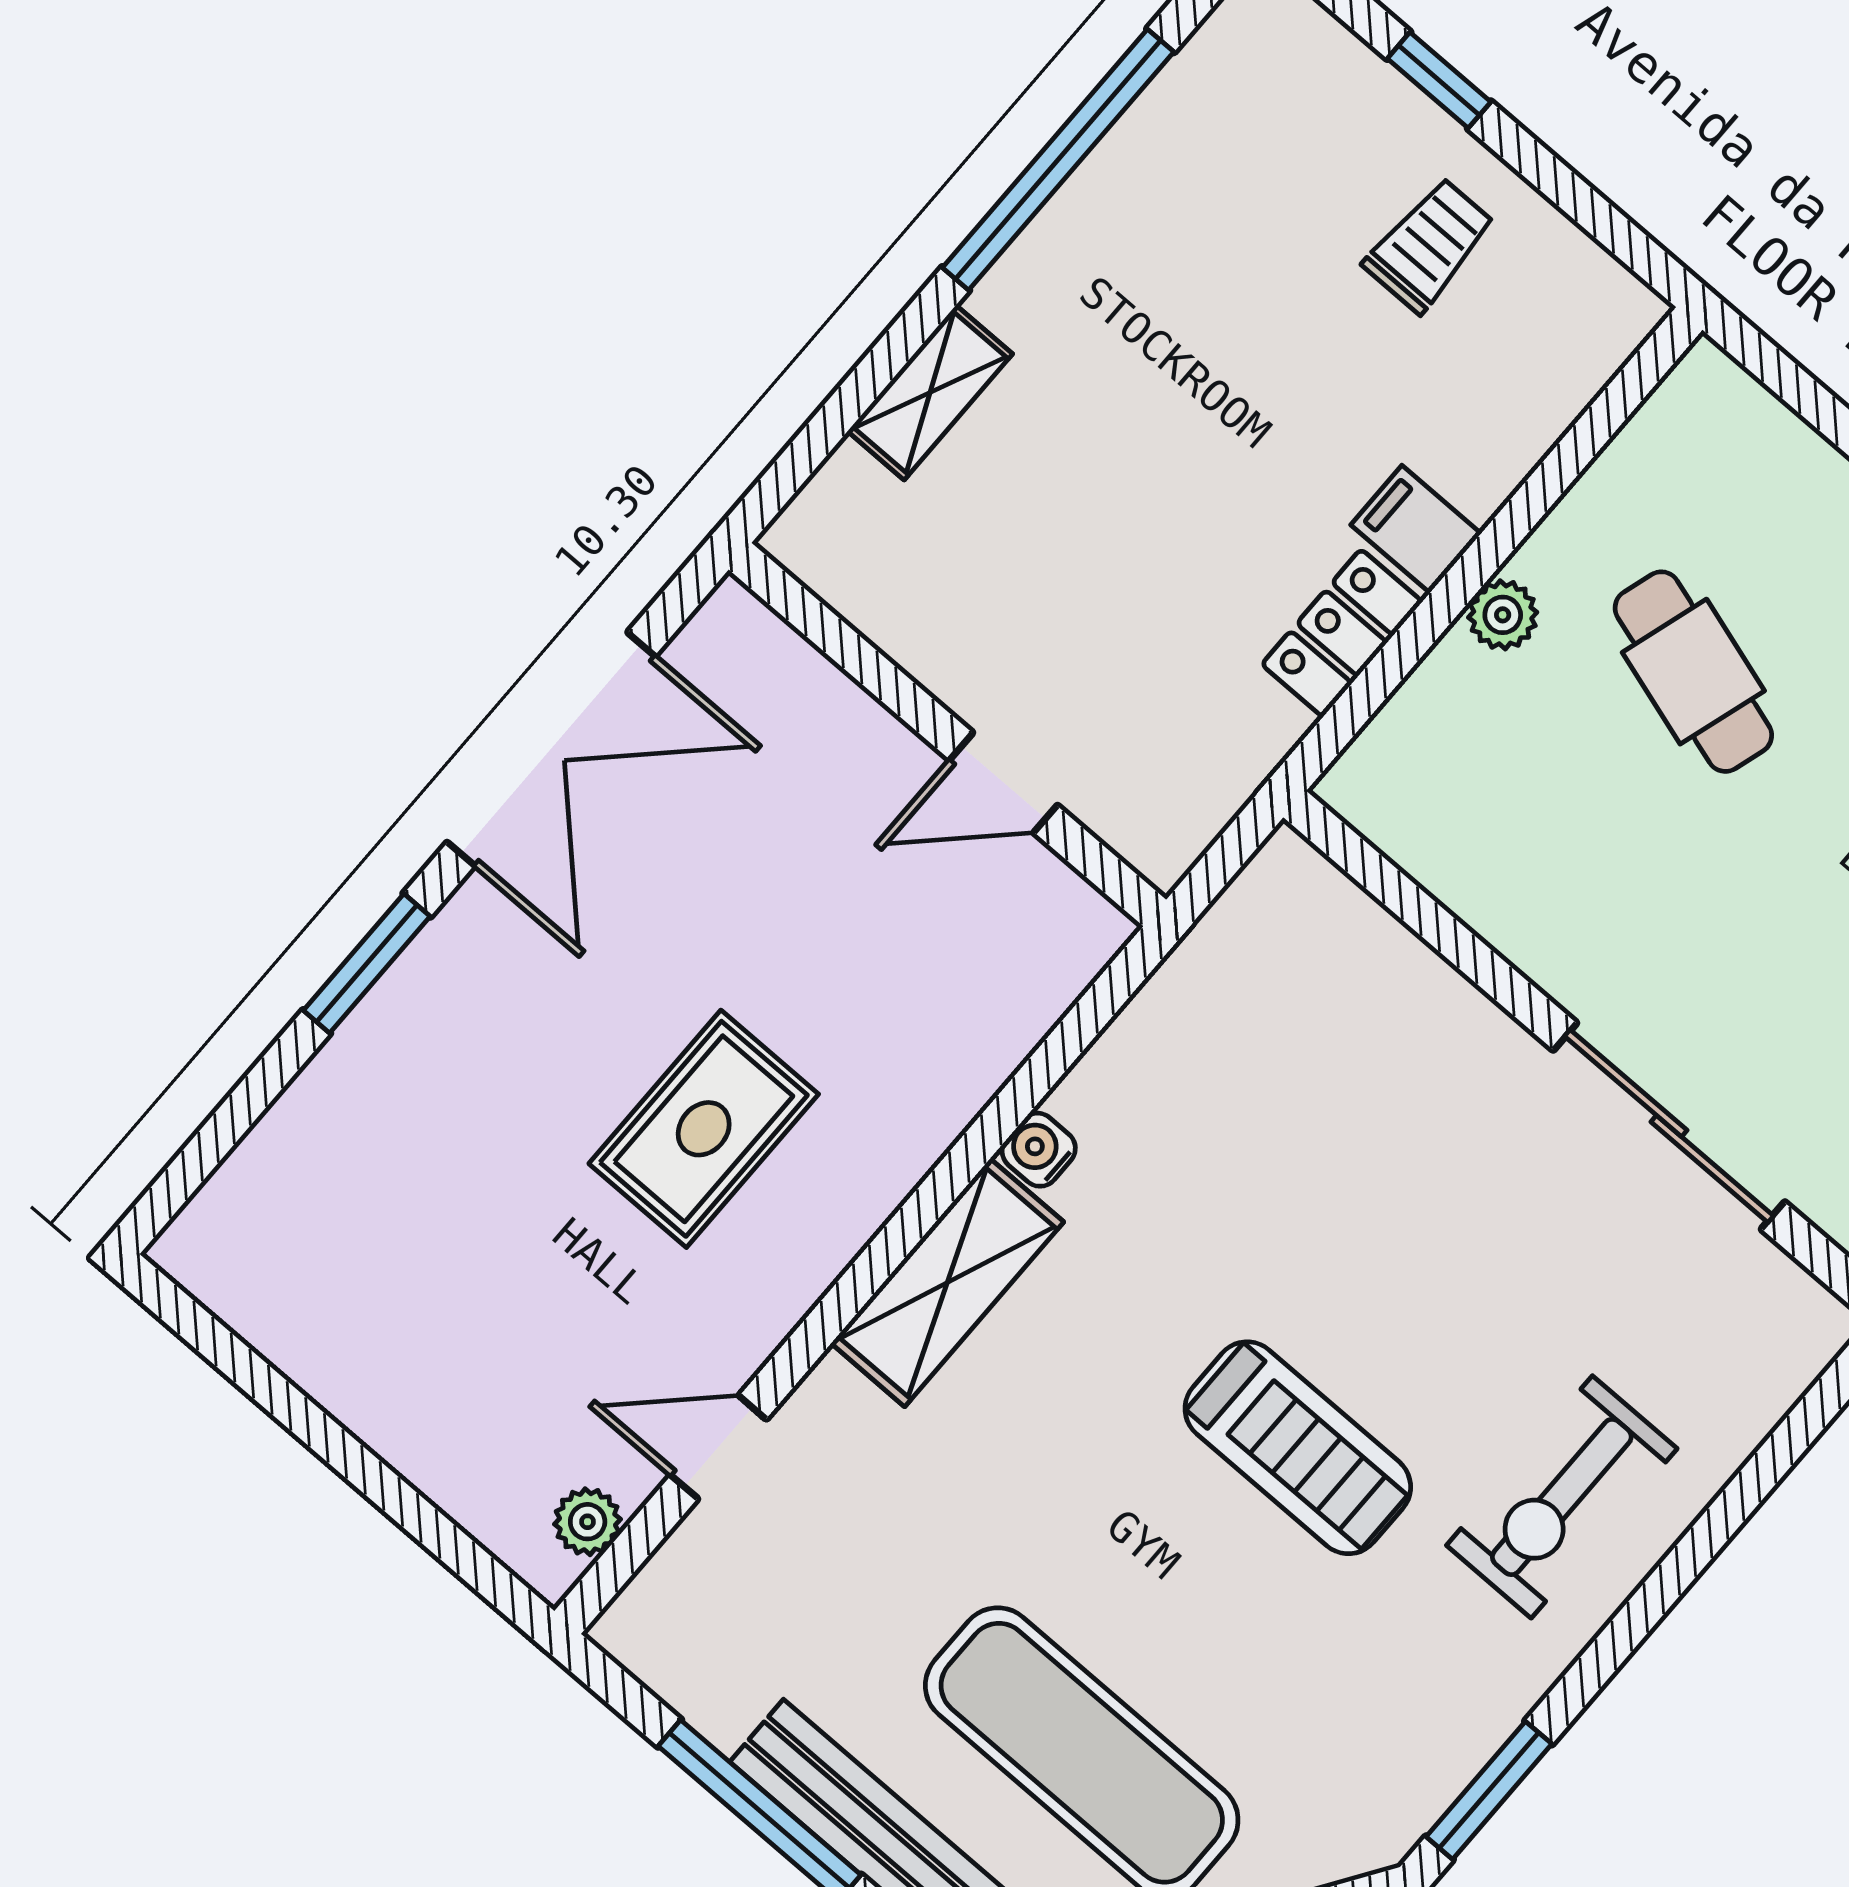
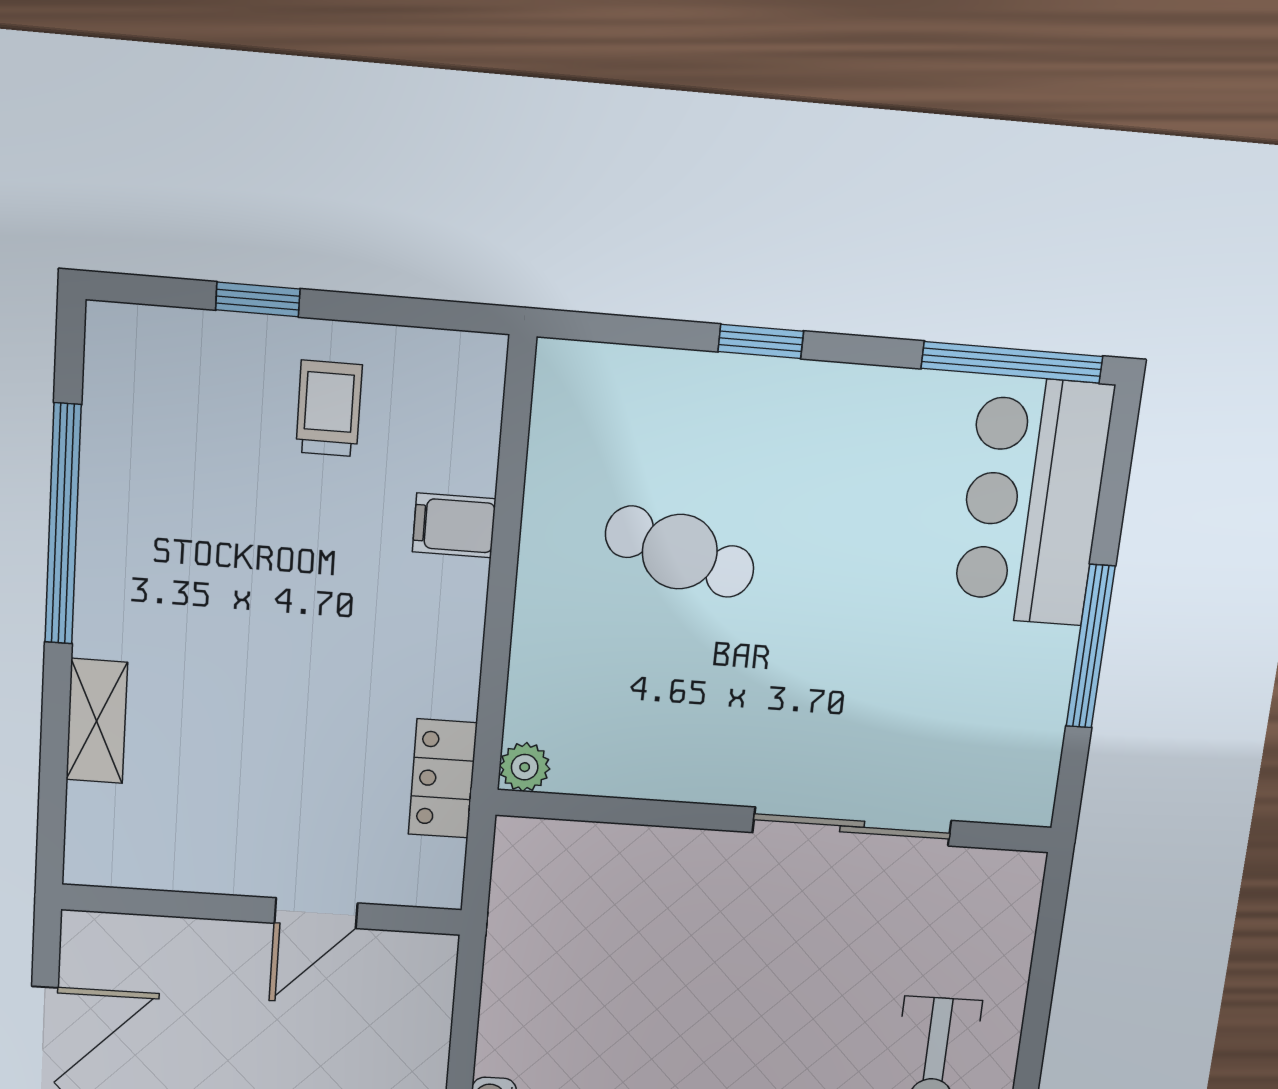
filing cabinet: (1416, 529) -> (454, 525), moved
plant: (1503, 615) -> (525, 767), moved
locker: (1342, 633) -> (443, 779), moved

